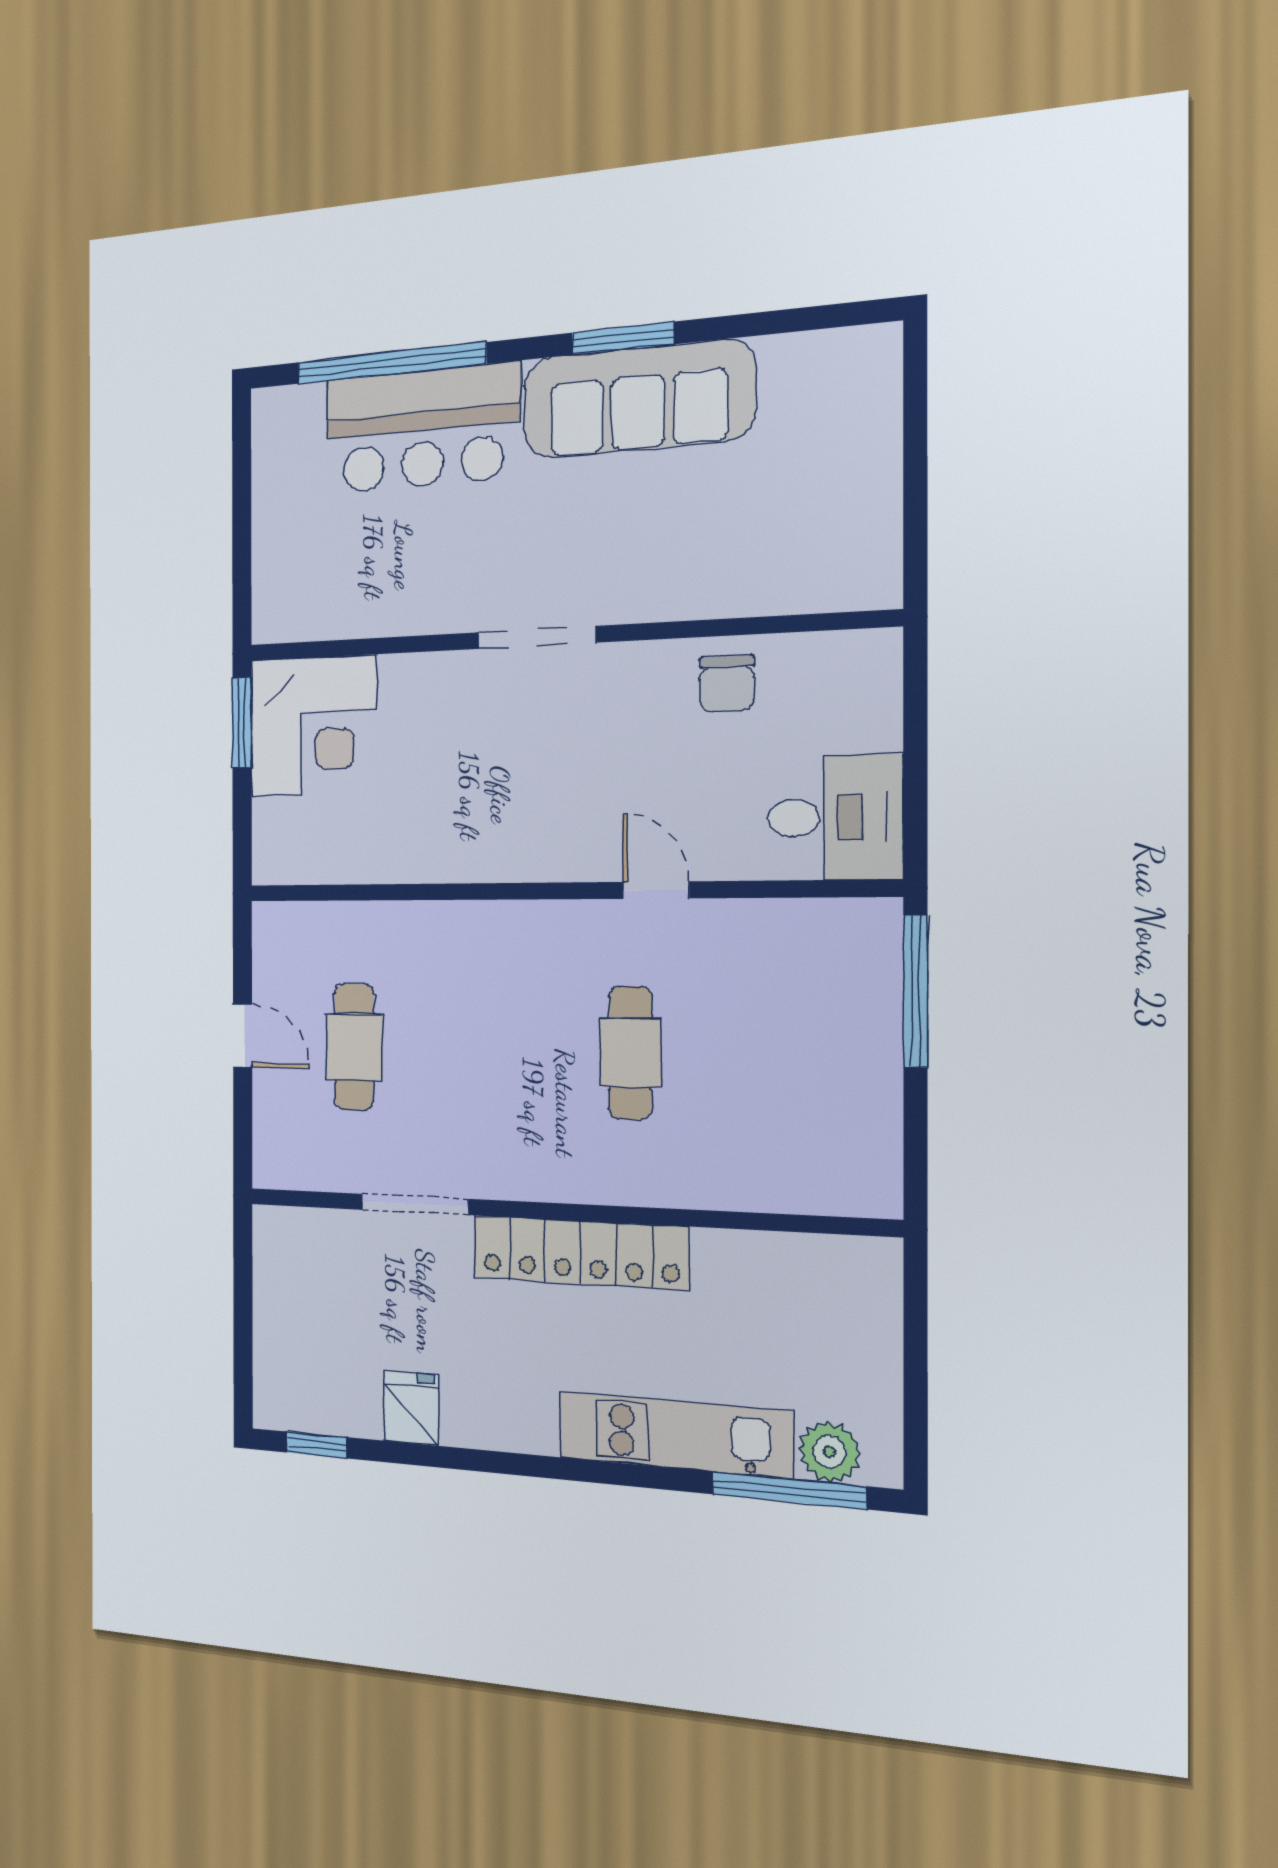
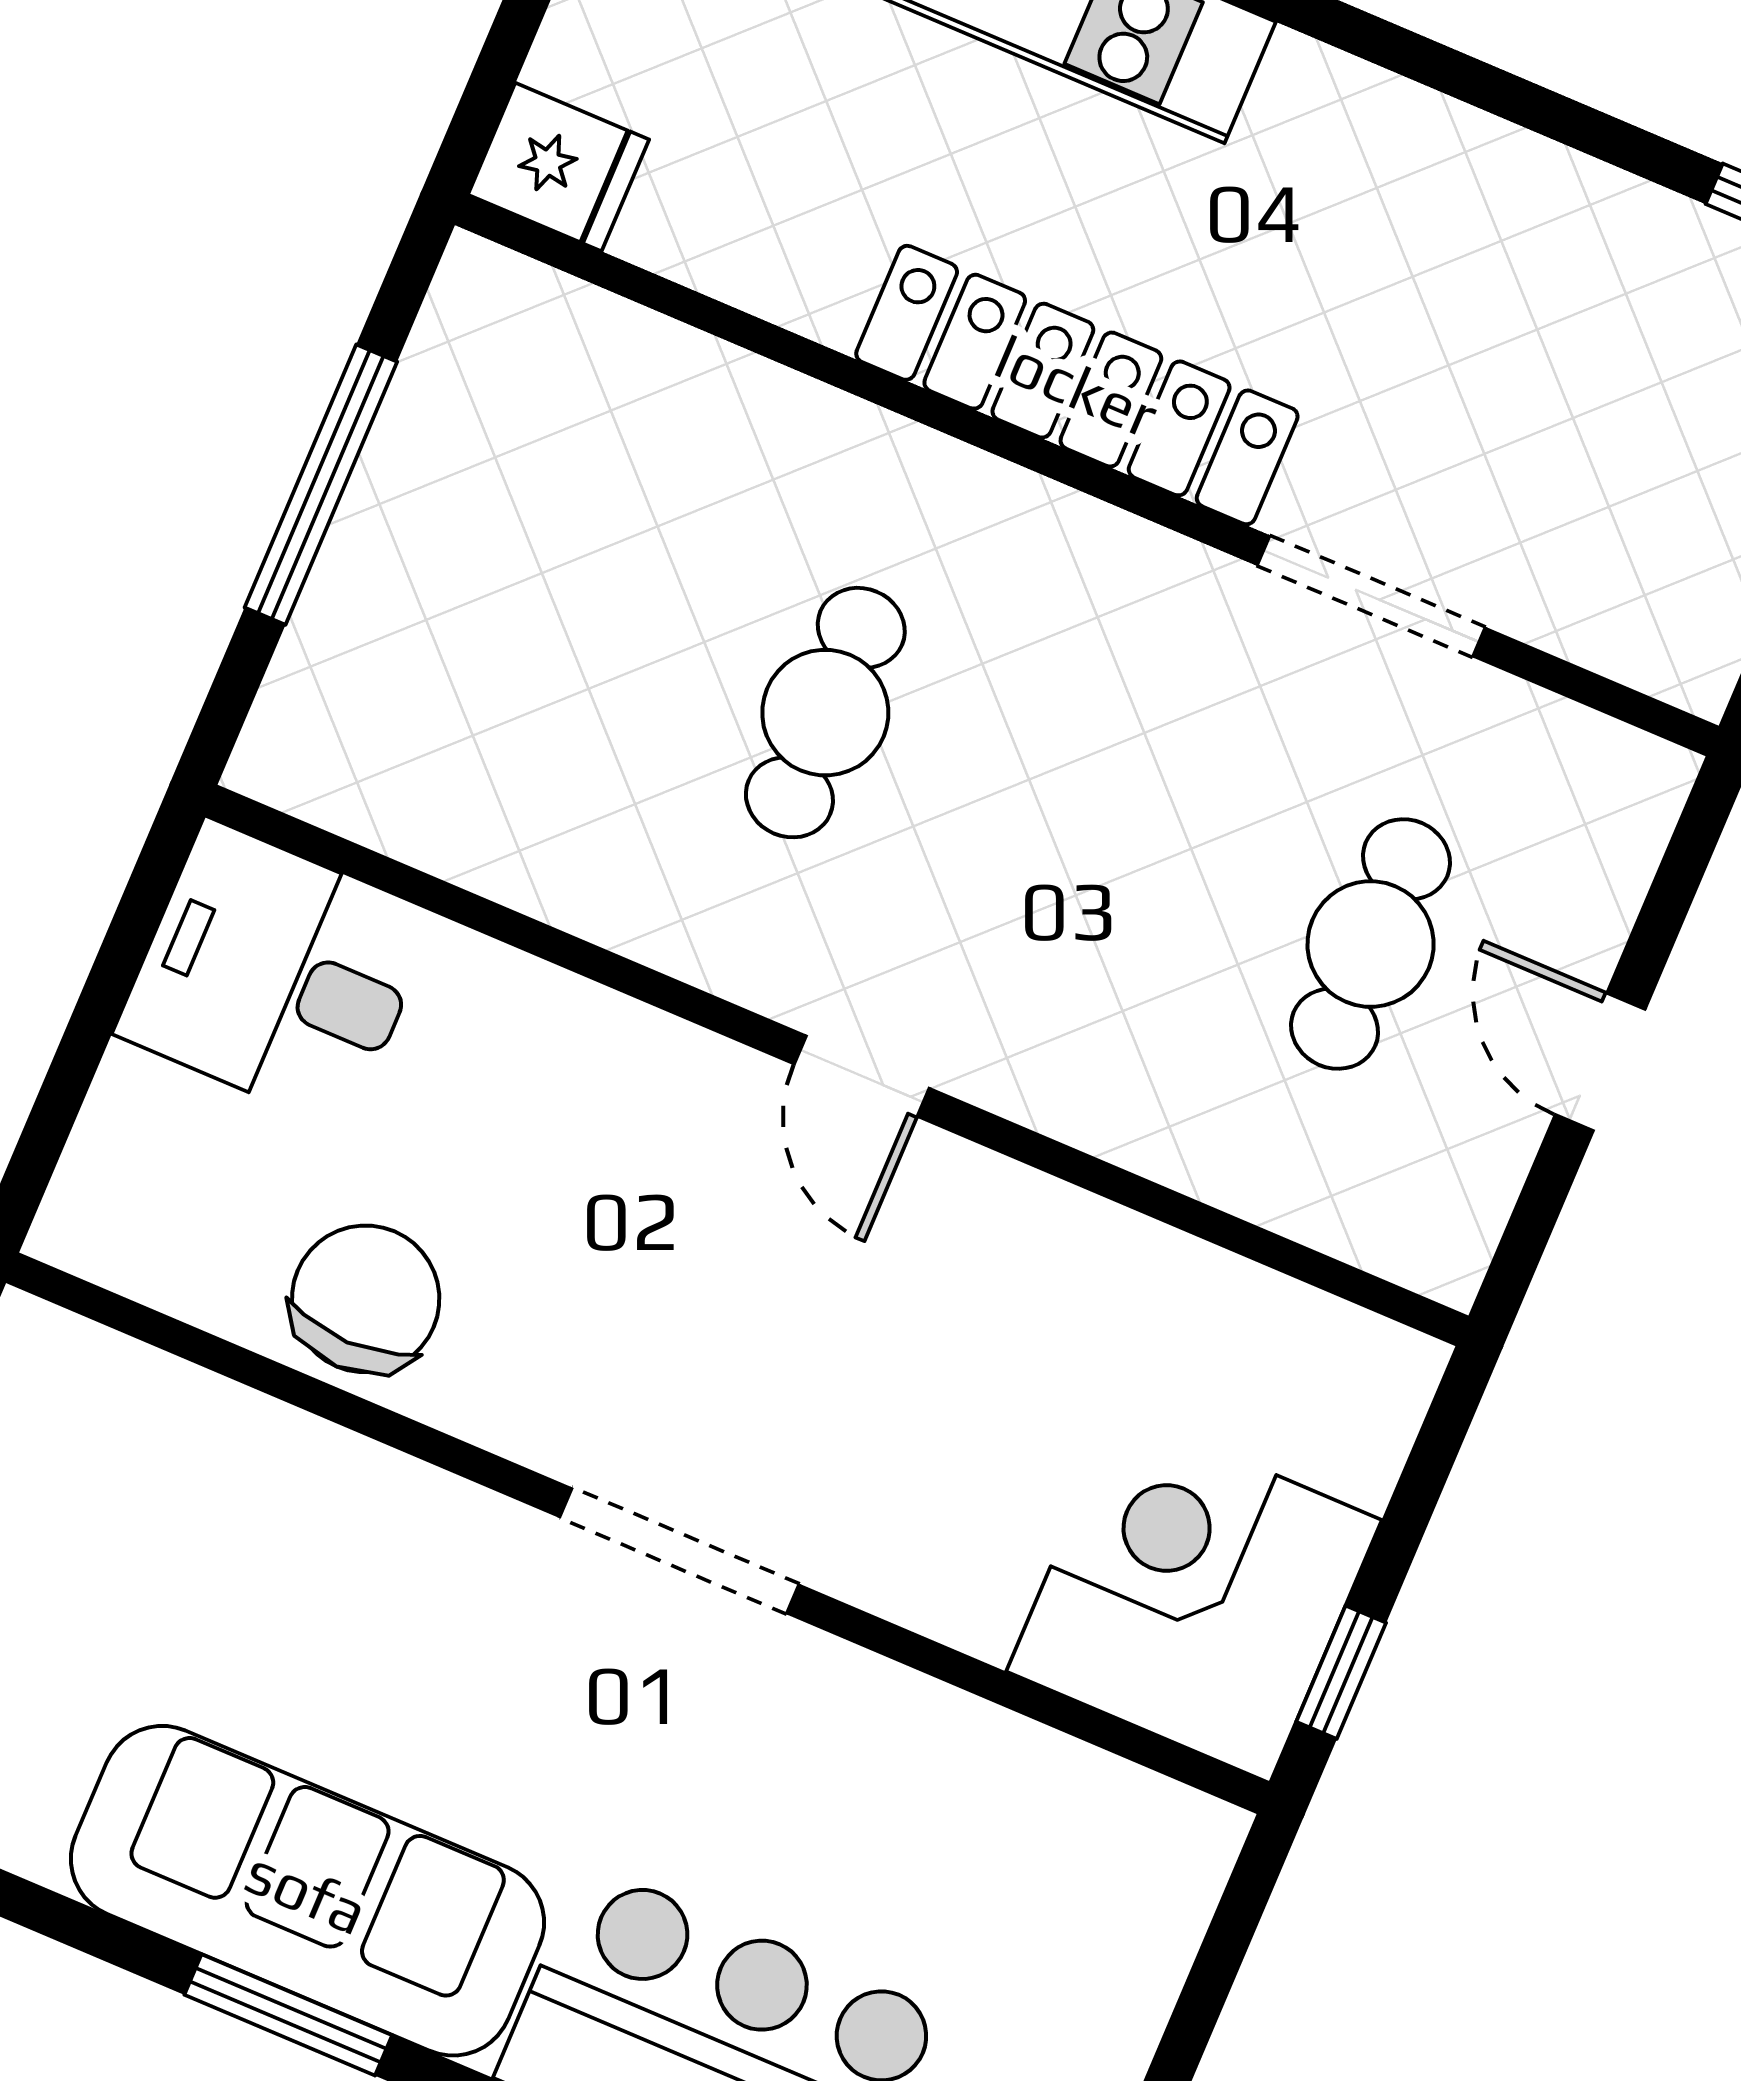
chair: (727, 684) -> (366, 1299), width x1.37, depth x1.37
window: (242, 723) -> (1341, 1672), width x0.67
door: (656, 890) -> (862, 1076), moved
window: (915, 991) -> (321, 485), moved
fridge: (411, 1408) -> (558, 167), moved, turned -90

